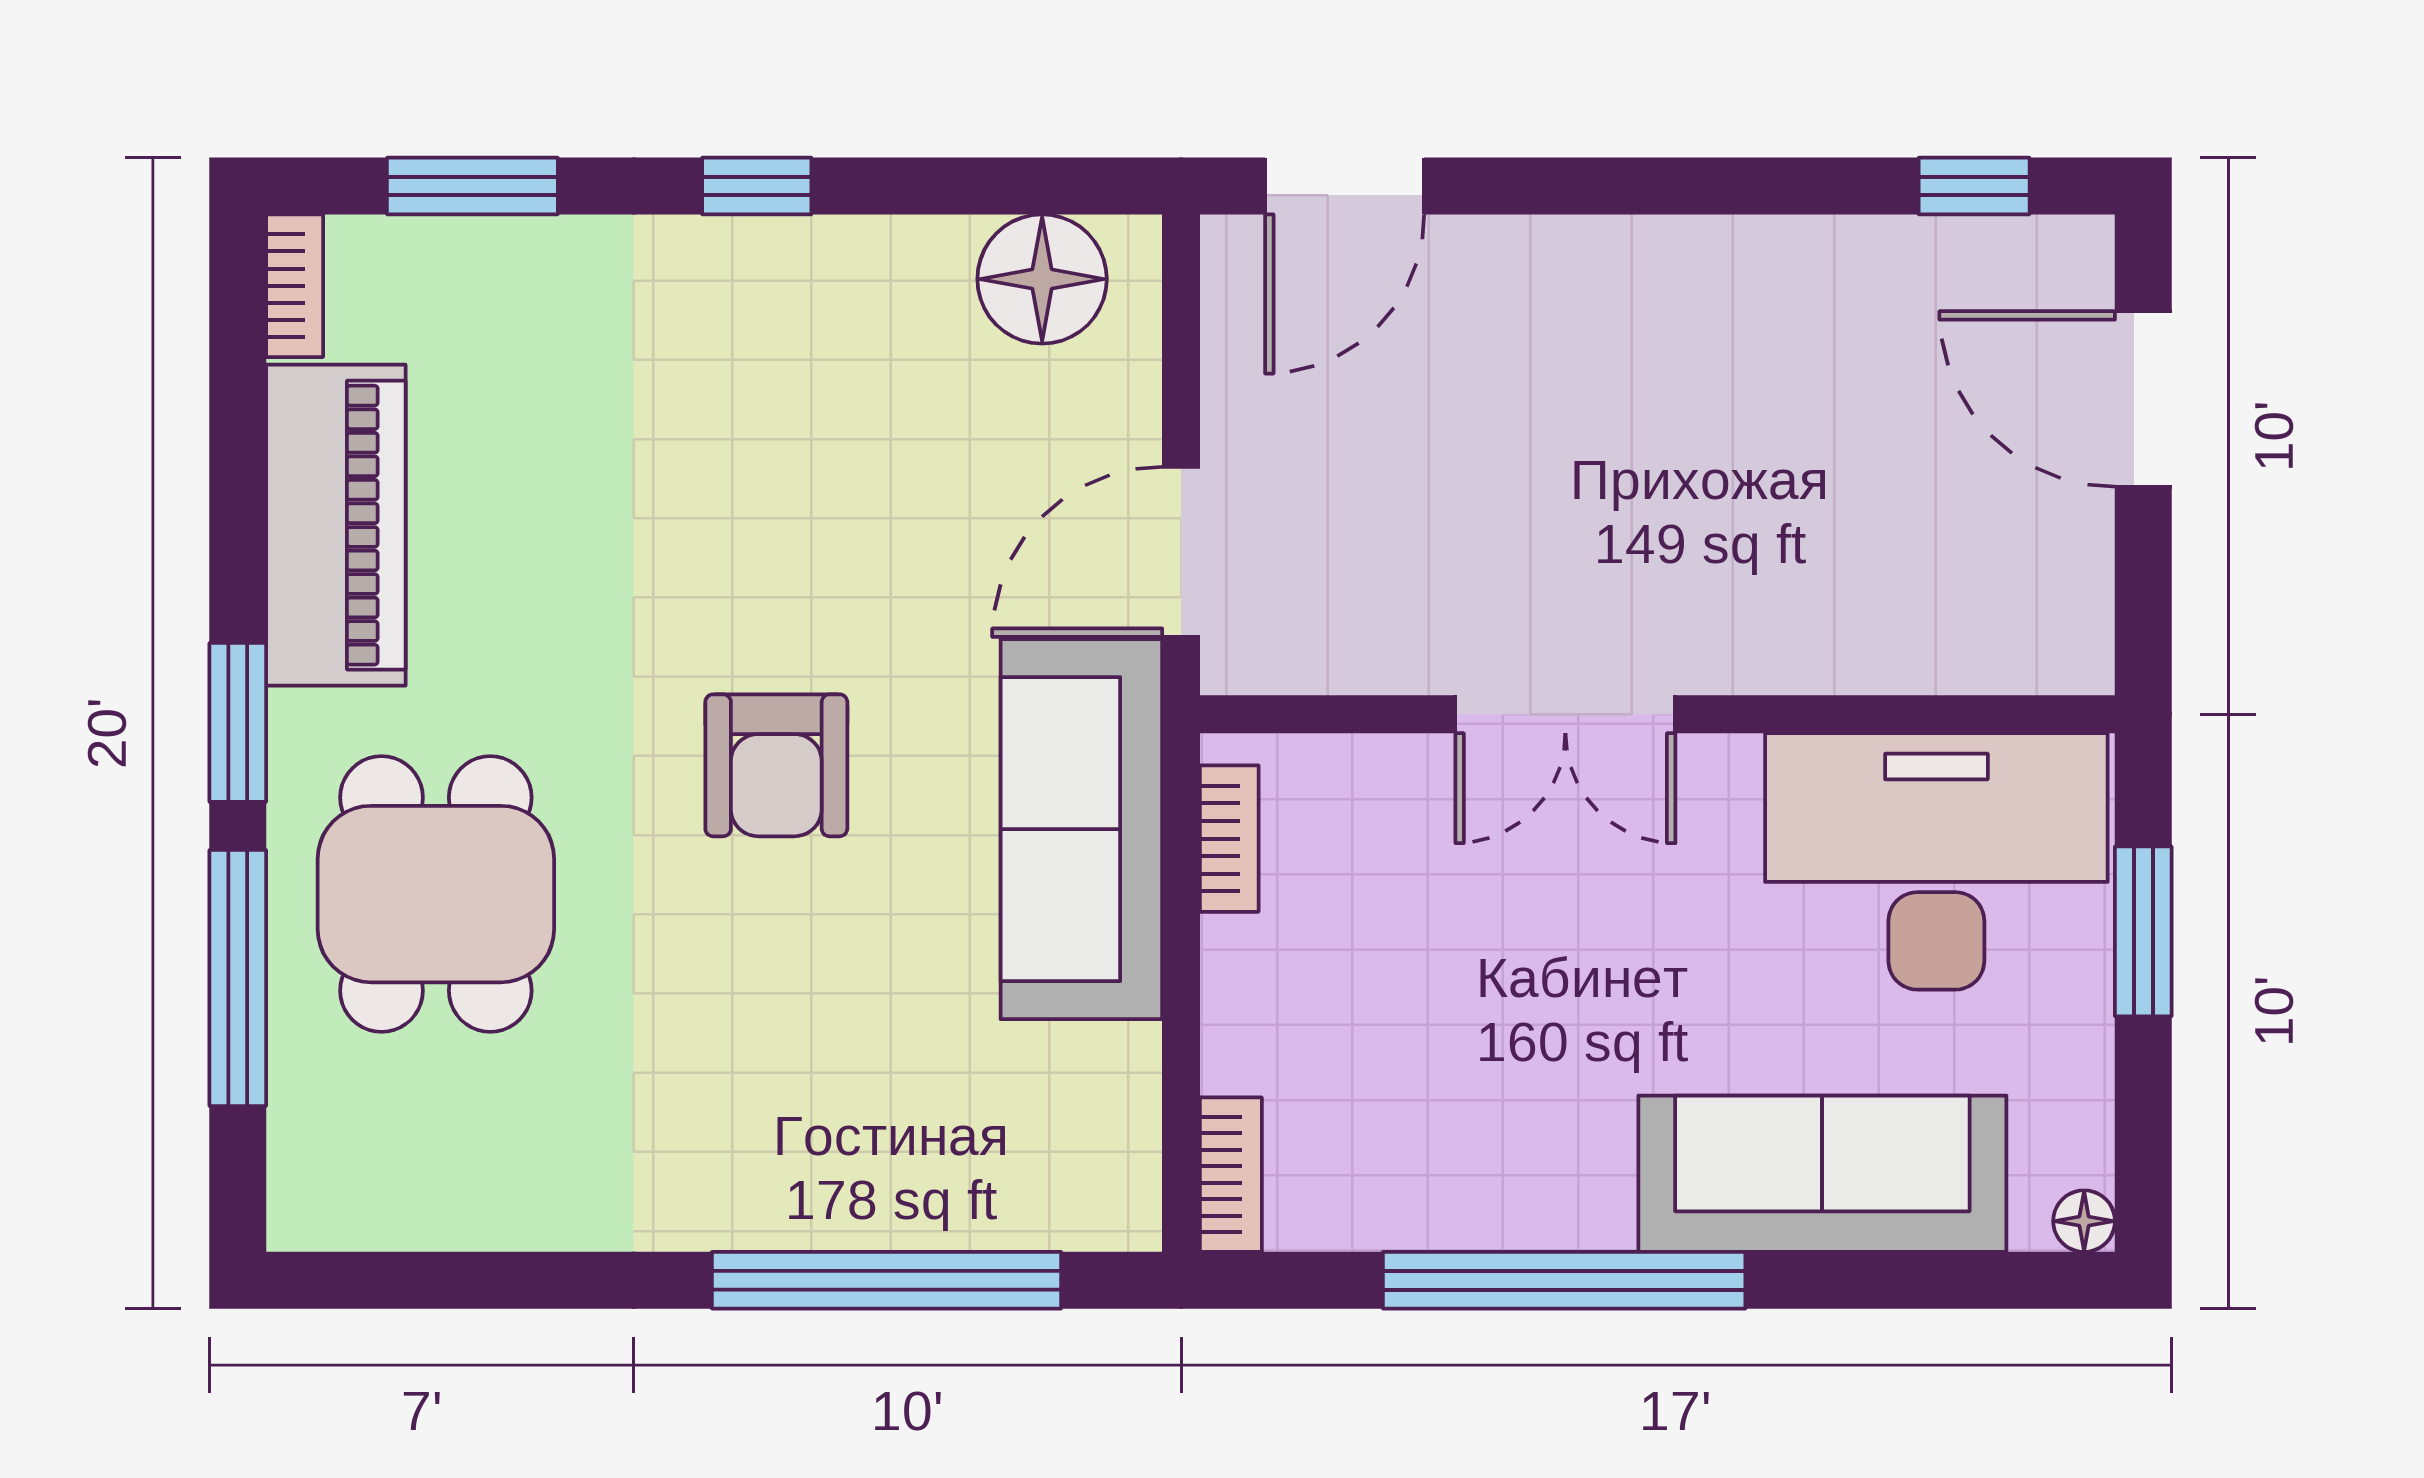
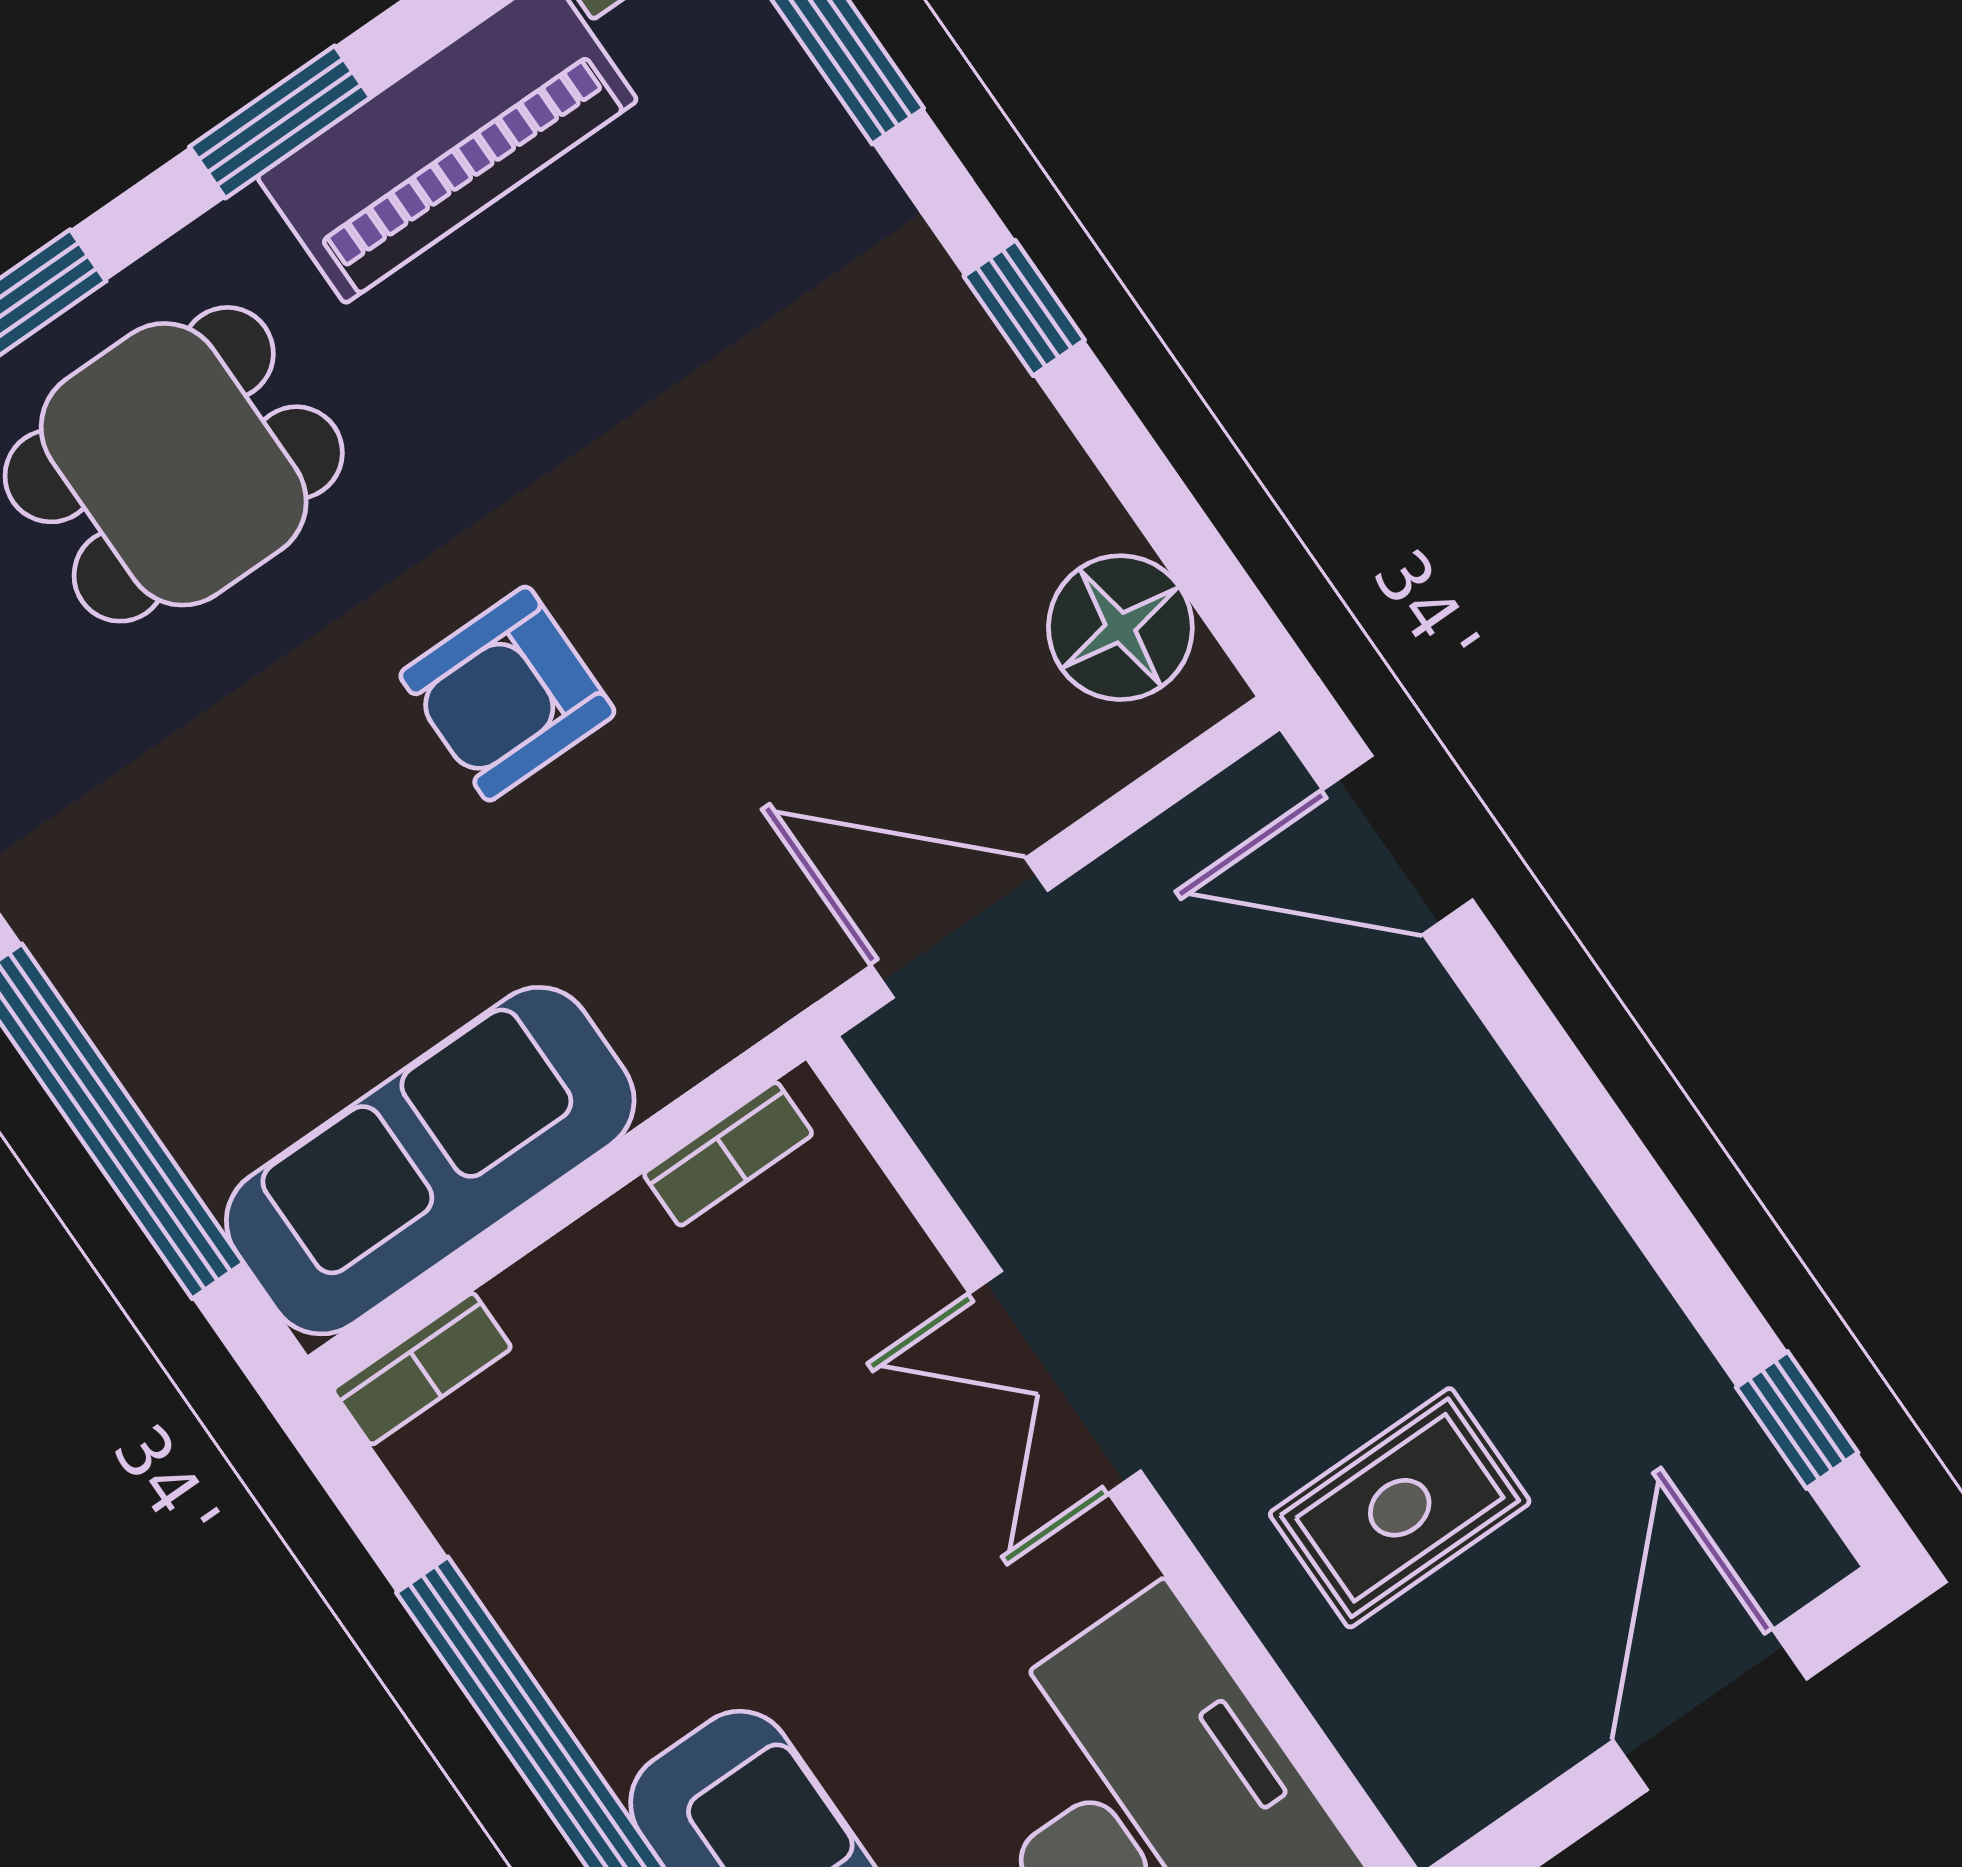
rug: (1835, 524) -> (1400, 1508), added
window: (238, 722) -> (280, 122), moved
sofa: (1081, 829) -> (430, 1161), moved

